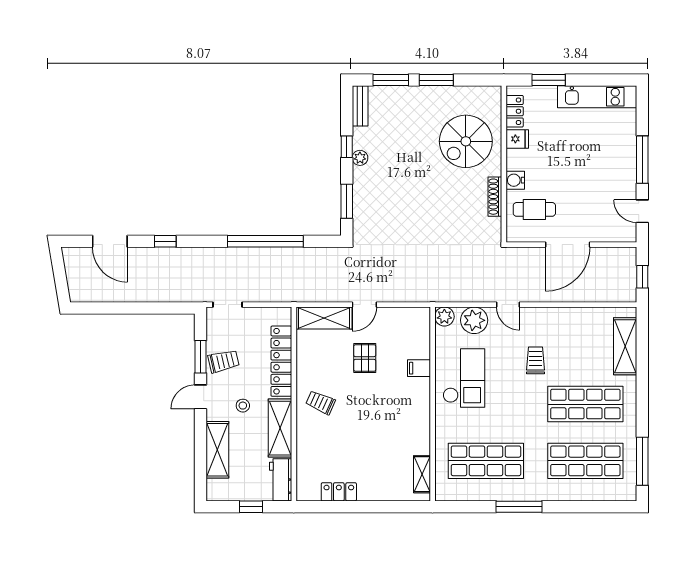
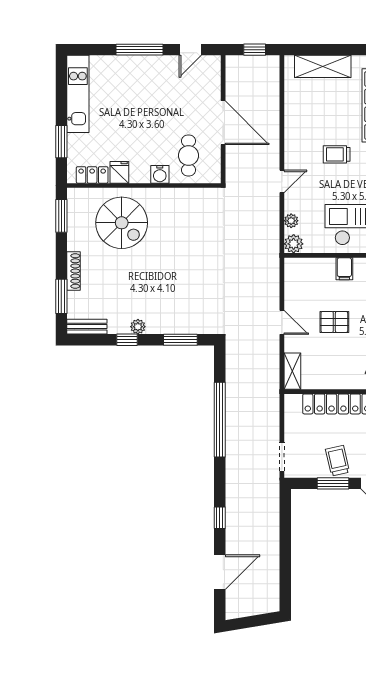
window: (436, 80) -> (61, 216), moved
shoe rack: (495, 197) -> (74, 271), moved, turned -90
shelving: (324, 318) -> (292, 371), width x0.67, depth x0.75
plant: (474, 320) -> (291, 221), width x0.53, depth x0.53

